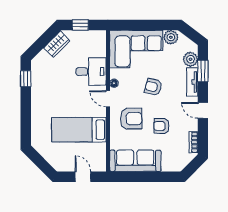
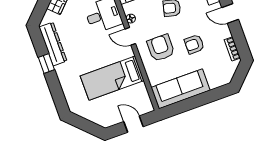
window: (26, 79) -> (46, 63), moved
dresser: (38, 81) -> (53, 44), added
armchair: (131, 119) -> (161, 48), turned -90

